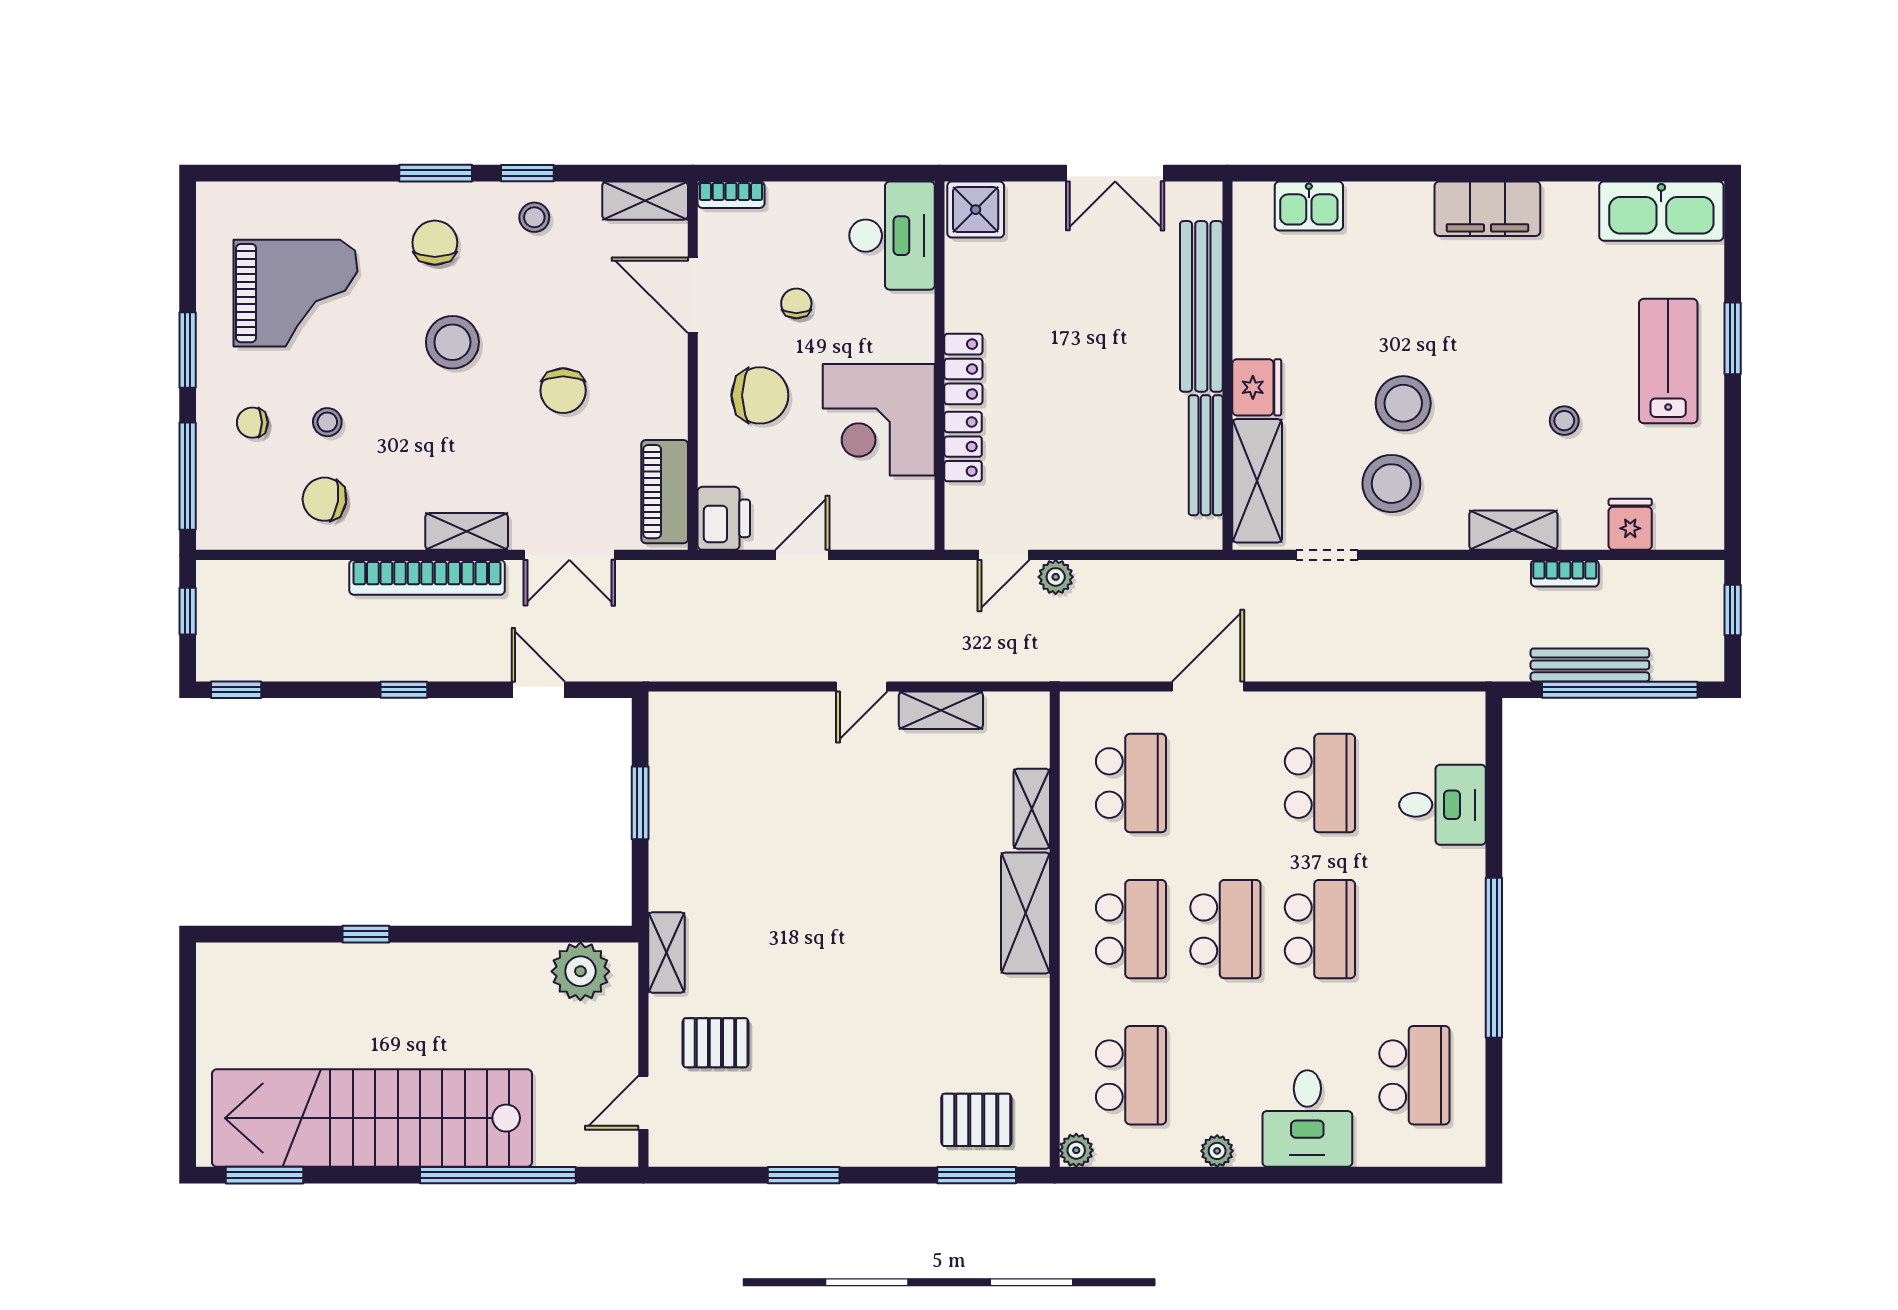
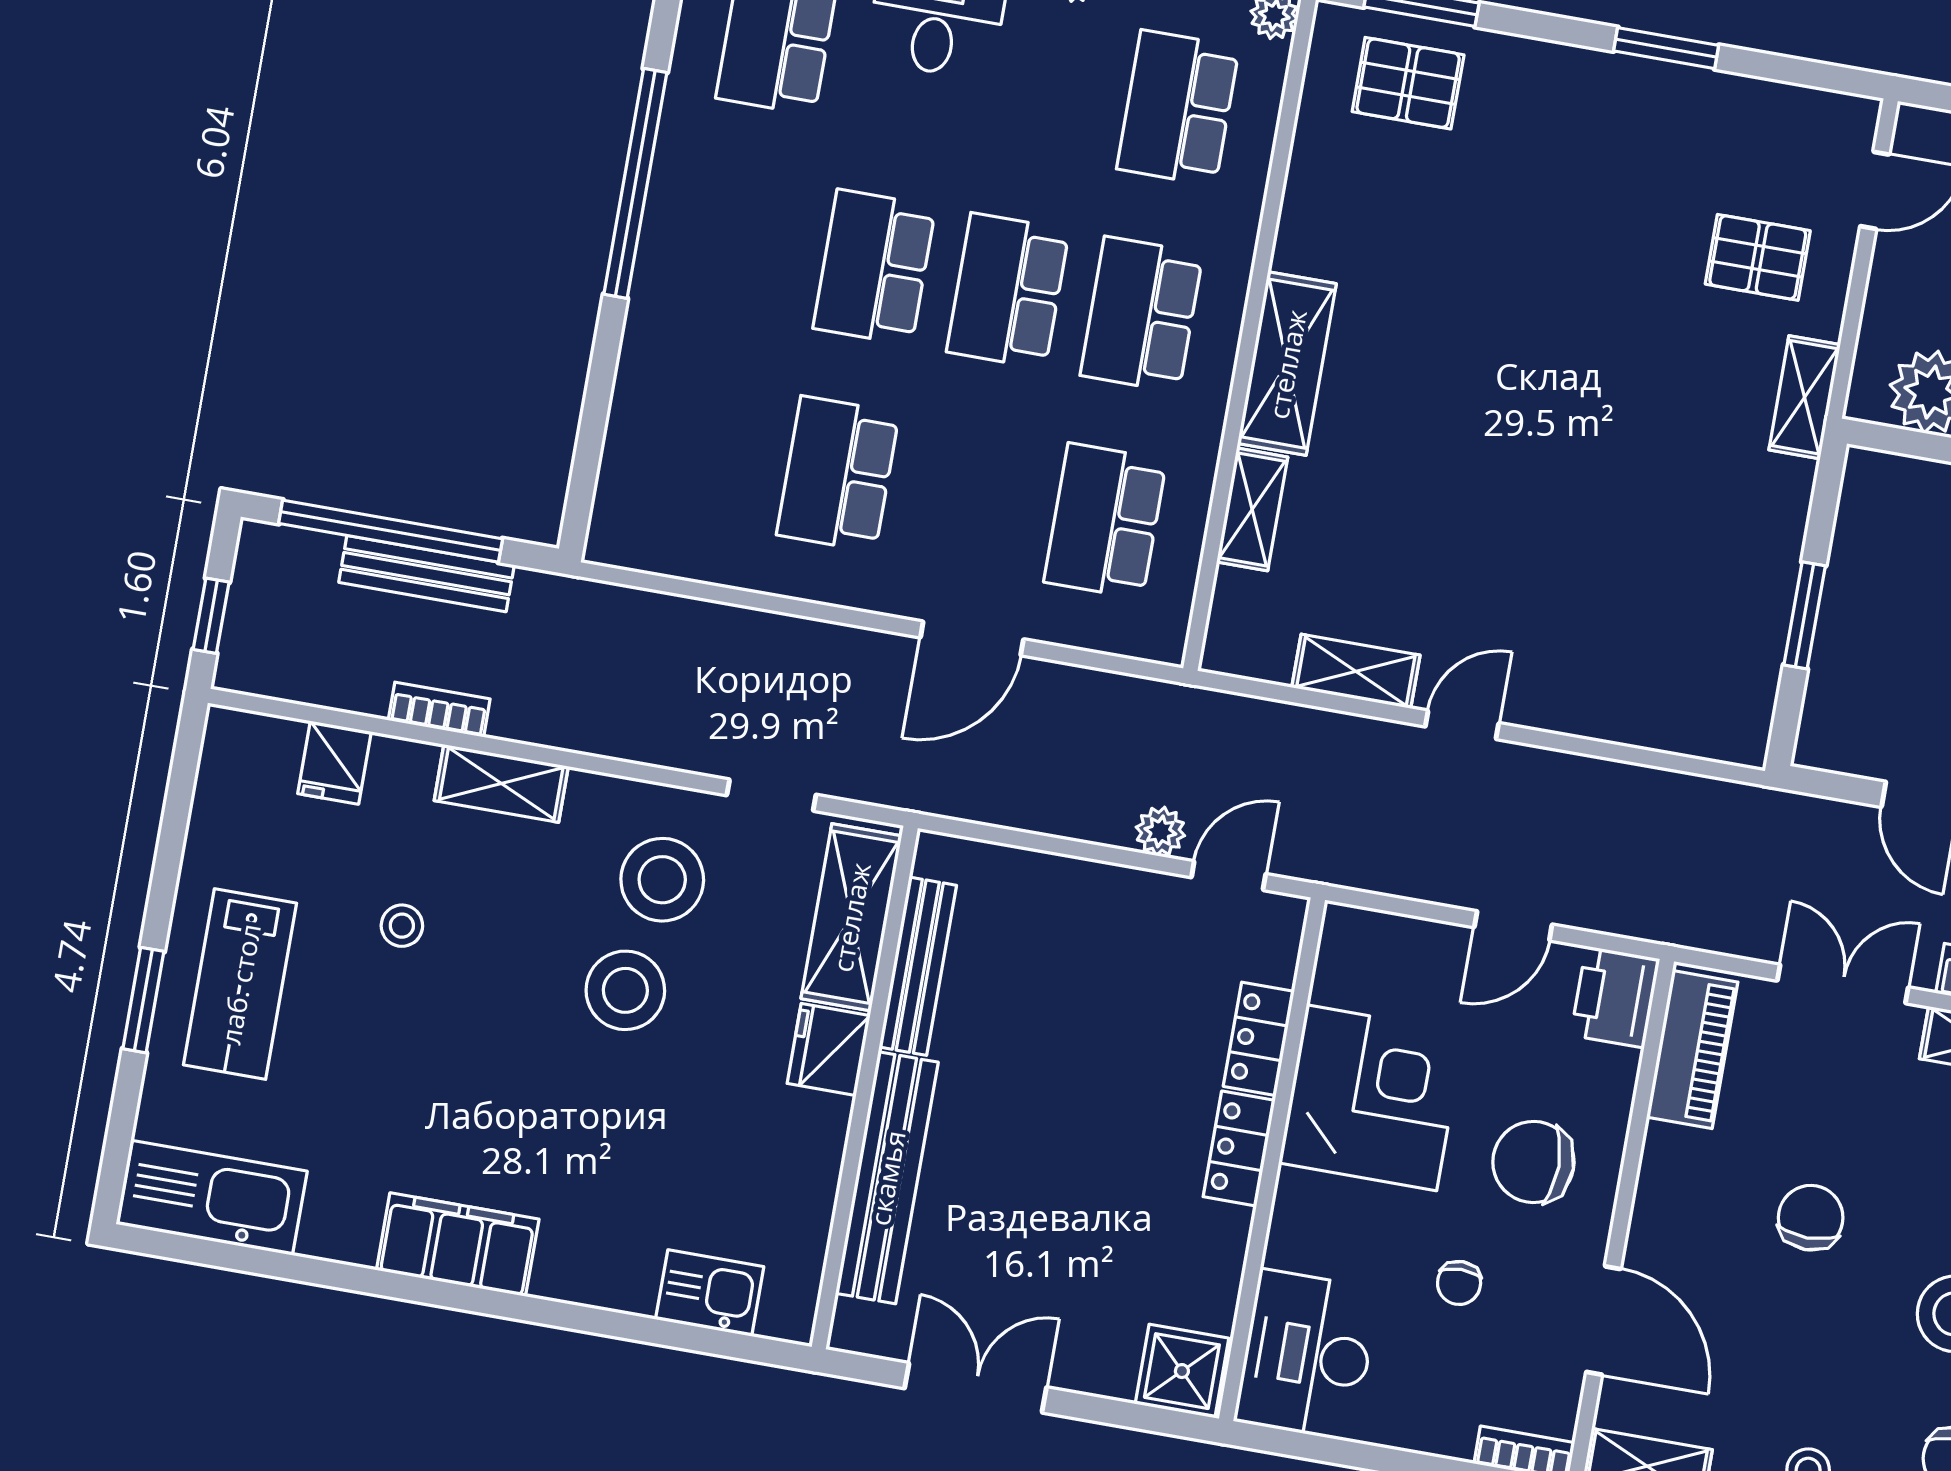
desk: (1442, 805) -> (670, 413), removed

